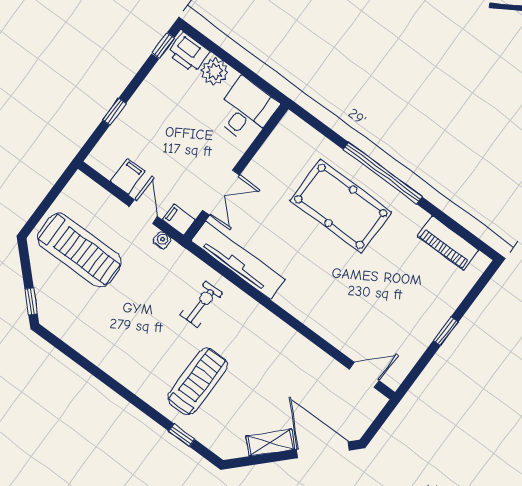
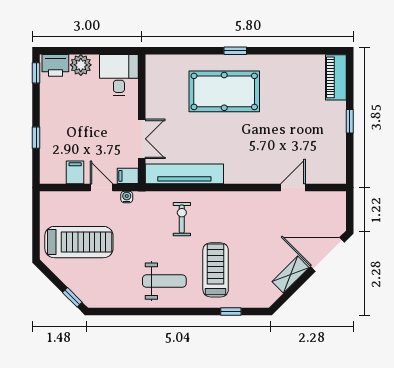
window: (383, 173) -> (235, 51), width x0.32
piano: (448, 243) -> (336, 77), moved, turned 90
weight bench: (137, 354) -> (164, 281), added
door: (364, 375) -> (293, 187), moved

